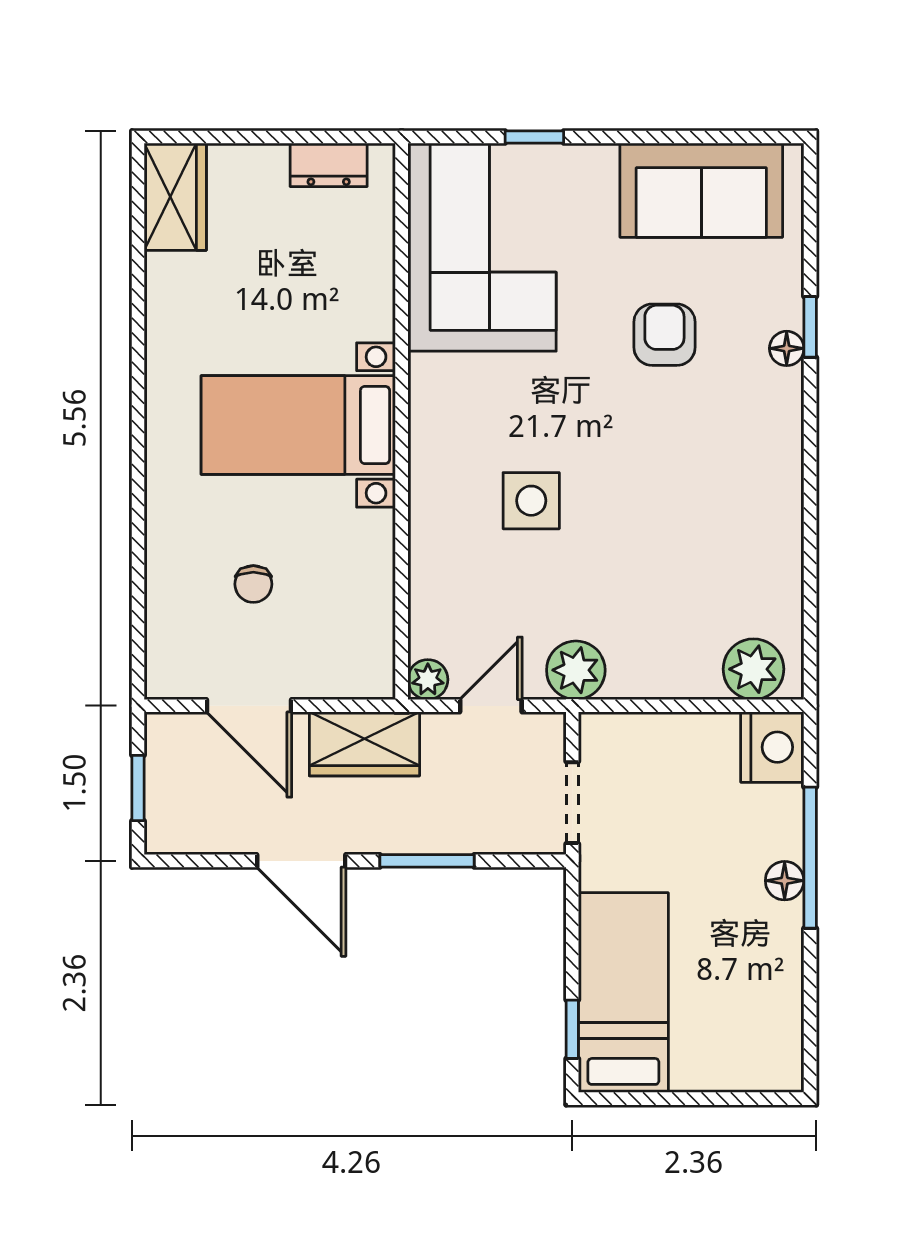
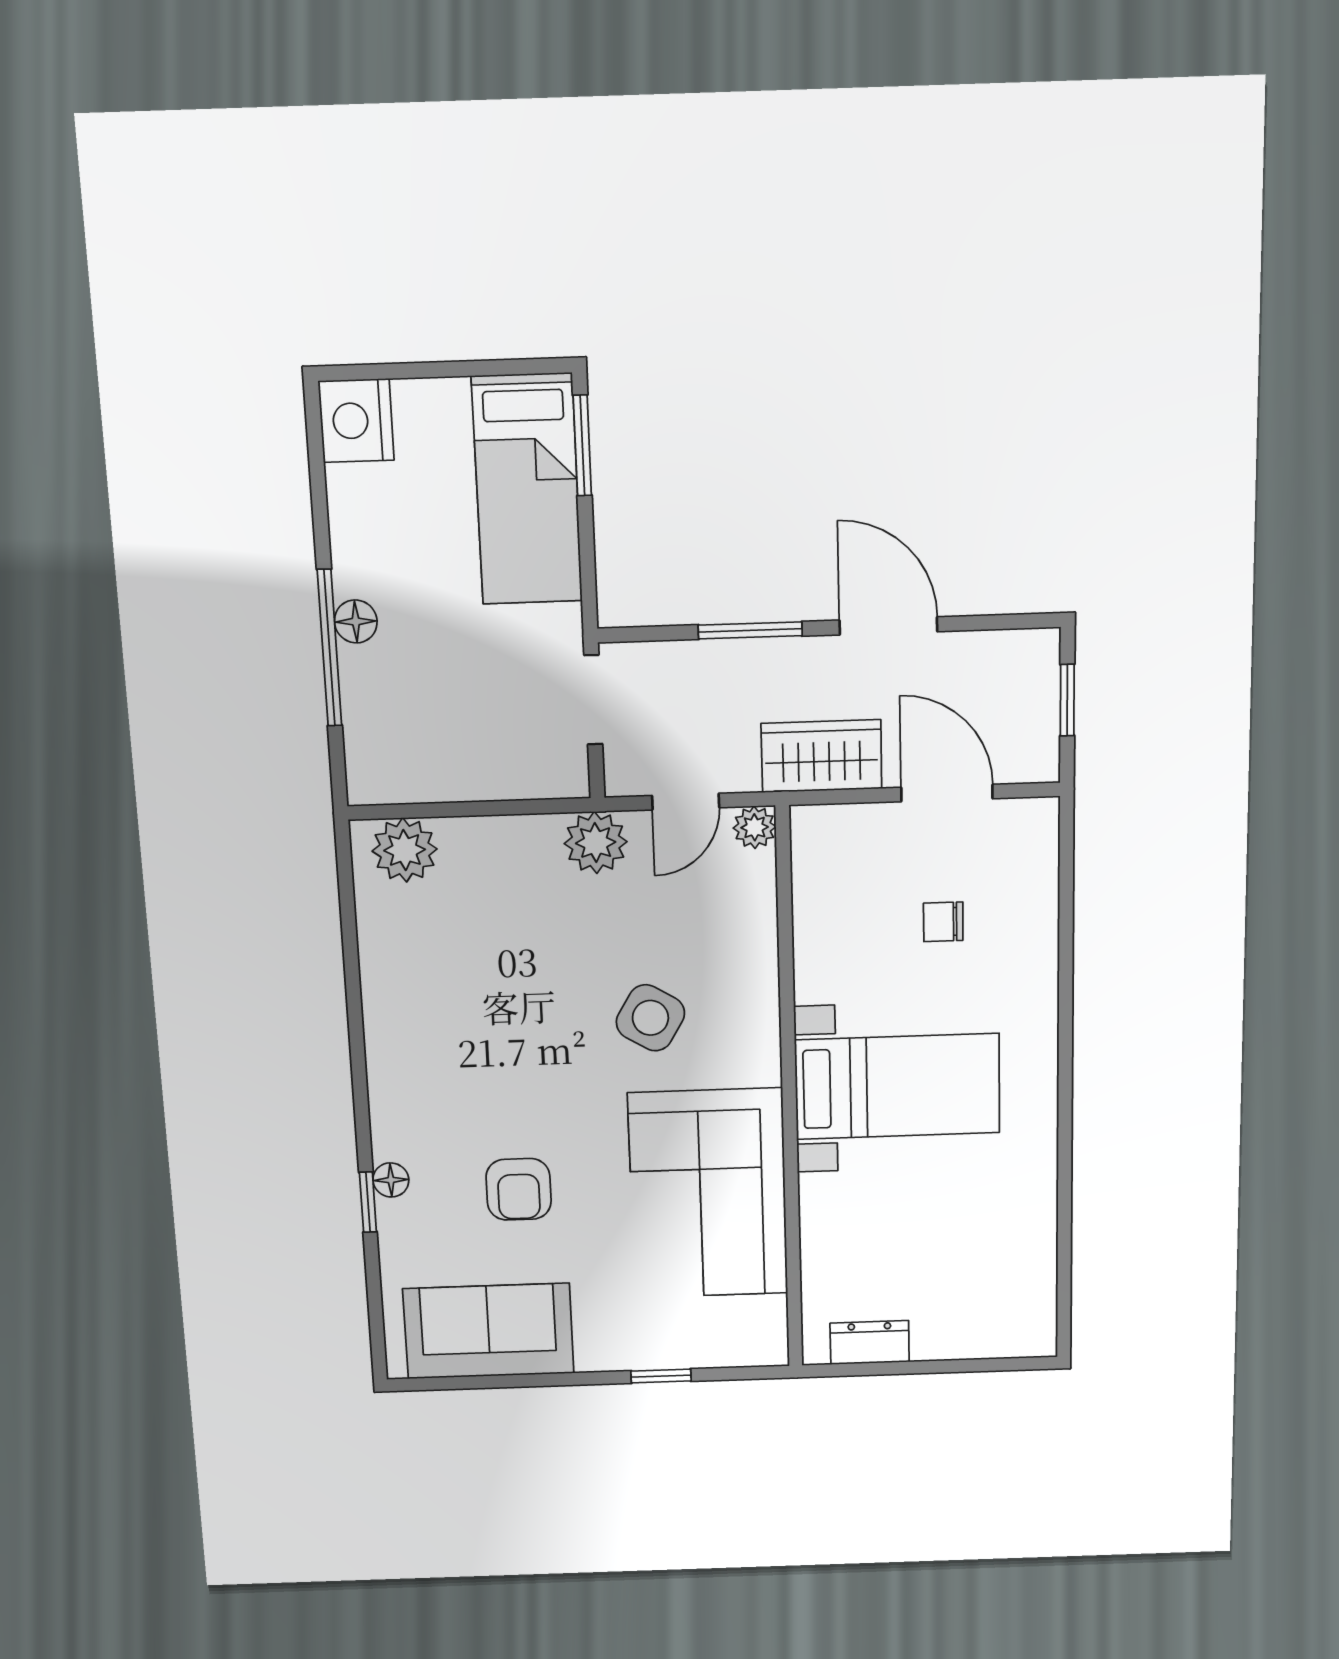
wardrobe: (175, 197) -> (1026, 1307), removed
corner sofa: (482, 247) -> (708, 1194), moved
side table: (531, 501) -> (650, 1018), turned 31
chair: (253, 584) -> (943, 922), turned -90
nightstand: (772, 747) -> (356, 421), moved
window: (572, 1029) -> (582, 445), width x1.50

